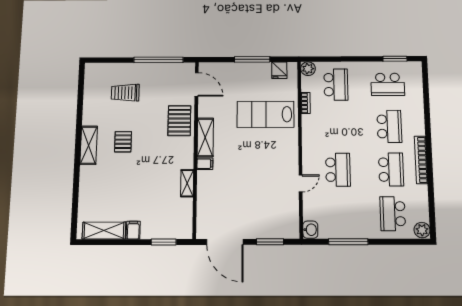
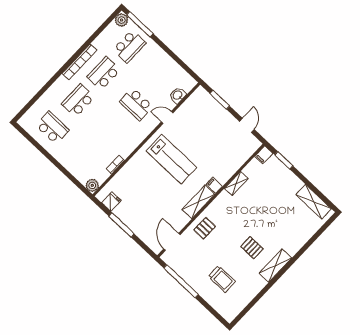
window: (395, 59) -> (31, 140), removed
school desk: (336, 85) -> (85, 158), removed
lab bench: (265, 114) -> (171, 159), moved
pallet: (179, 121) -> (205, 228), width x0.67, depth x0.71
pallet: (123, 142) -> (252, 248), turned 90
school desk: (338, 170) -> (136, 104), turned -90
filing cabinet: (133, 230) -> (264, 155), moved
washbasin: (310, 230) -> (178, 95), moved
door: (225, 242) -> (247, 125), width x0.53
window: (348, 242) -> (140, 24), moved

